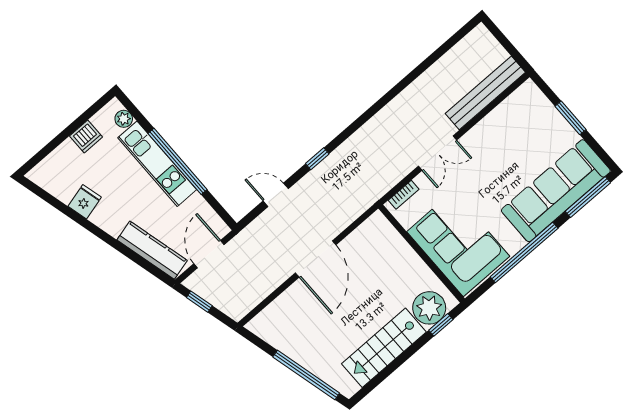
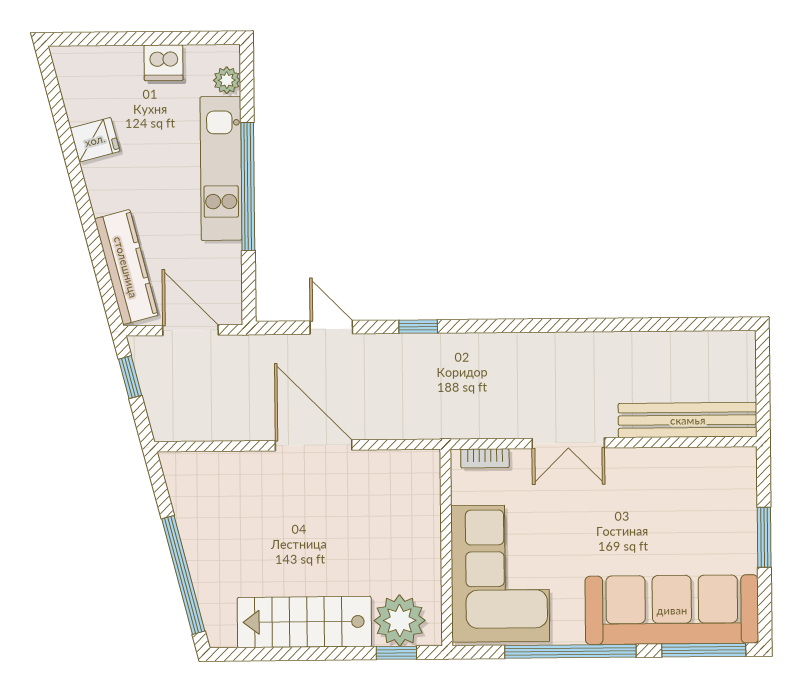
door: (209, 254) -> (190, 330), hinge flipped
door: (316, 259) -> (314, 445), swing flipped

